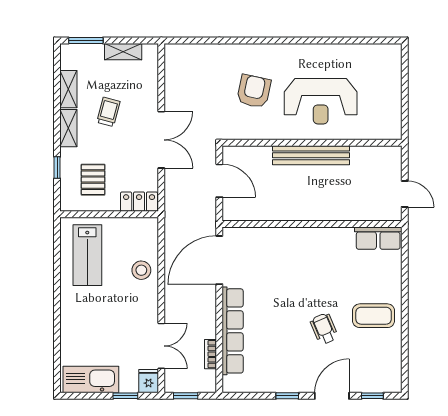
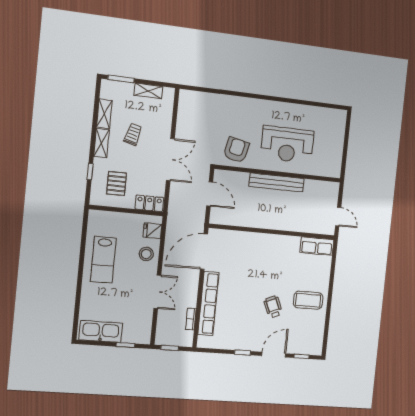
armchair: (254, 91) -> (236, 150), moved
lab bench: (87, 255) -> (103, 260), moved
double door: (161, 346) -> (157, 292), moved
fridge: (149, 381) -> (152, 231), moved, turned -90

